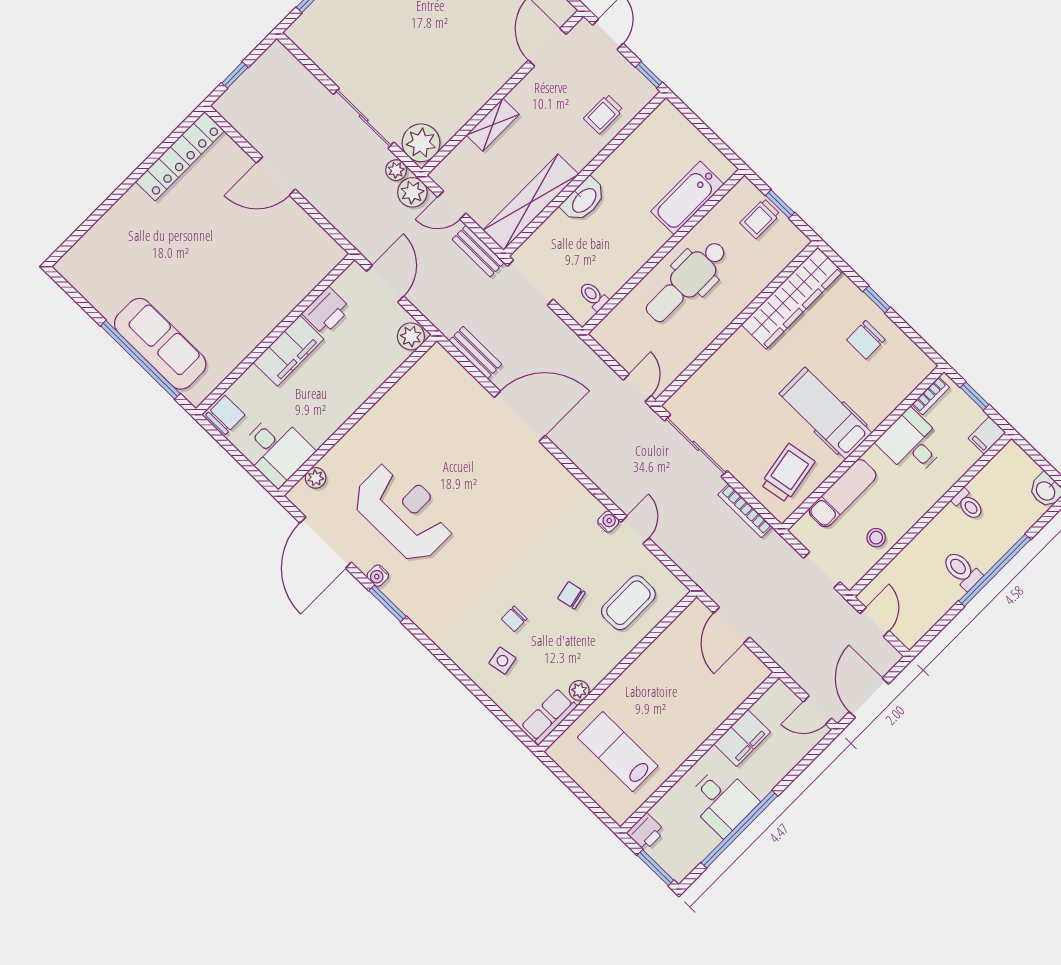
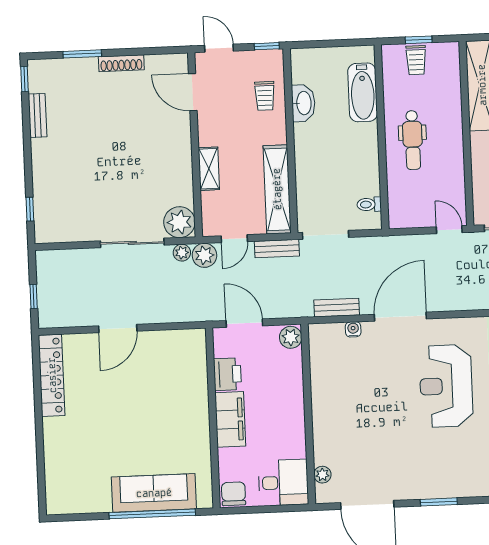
washbasin: (584, 200) -> (303, 103), moved
dental chair: (686, 281) -> (413, 140), width x0.73, depth x0.72
reception desk: (404, 512) -> (446, 386), moved, turned -90
water cooler: (378, 576) -> (353, 329), moved, turned 180

